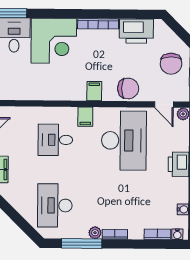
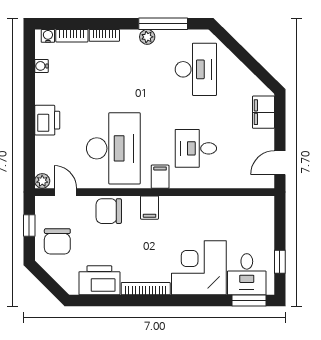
chair: (171, 64) -> (57, 241), turned 180
desk: (55, 140) -> (196, 148), turned 180
desk: (124, 140) -> (113, 148), turned 180
bookcase: (115, 234) -> (104, 35), moved

